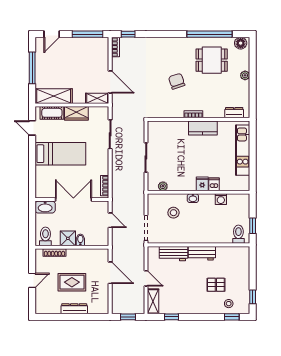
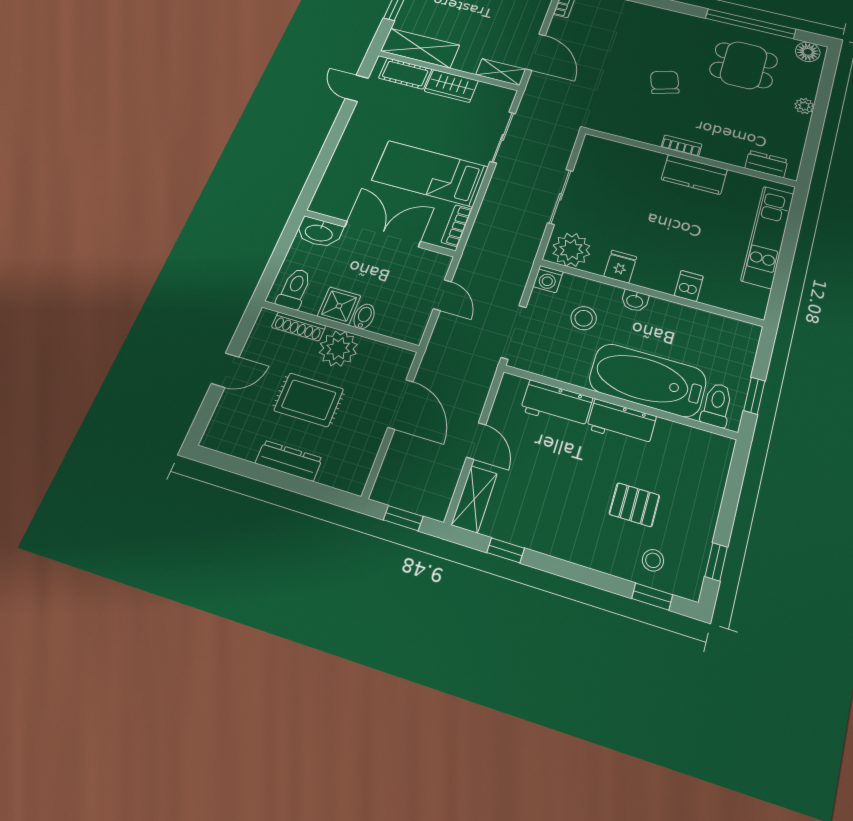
bed: (60, 154) -> (430, 174), moved, turned 180
fridge: (202, 184) -> (620, 267), moved
plant: (163, 186) -> (571, 250), width x1.87, depth x1.87
washing machine: (221, 199) -> (548, 279), moved
bathtub: (208, 232) -> (648, 380), added
plant: (75, 257) -> (338, 349), added

